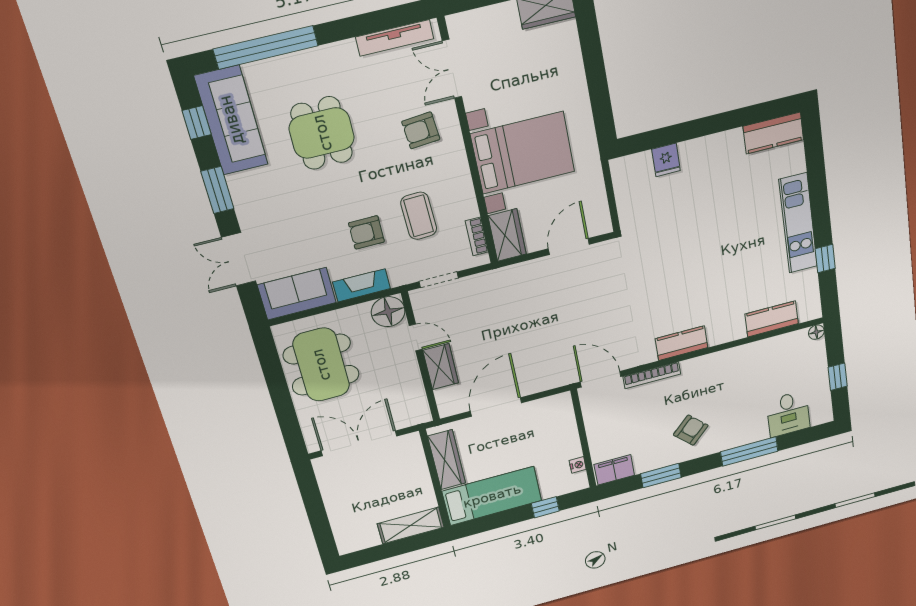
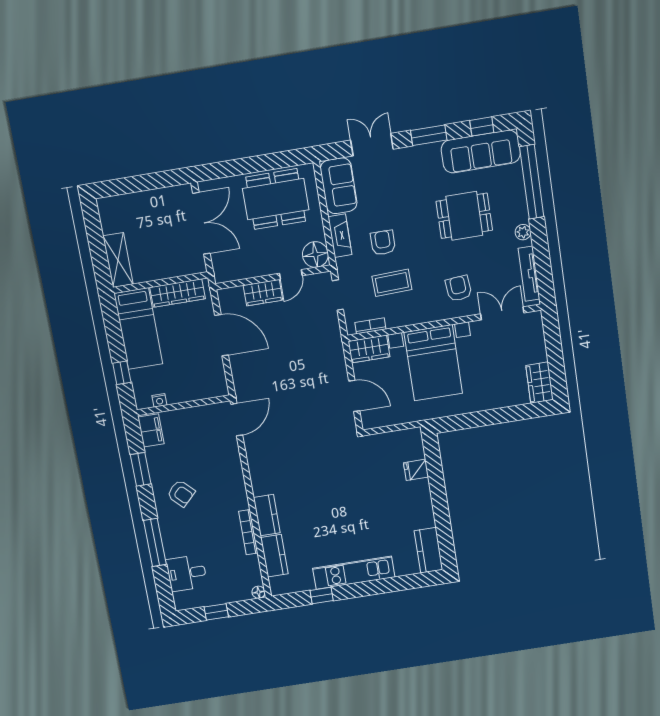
plant: (337, 52) -> (523, 232), added
kitchen counter: (682, 343) -> (267, 515), moved
bookcase: (652, 375) -> (248, 532), moved

